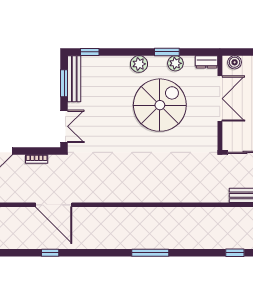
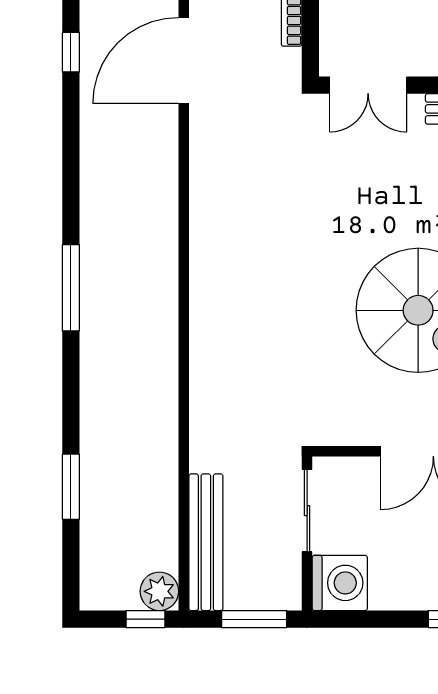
window: (235, 253) -> (71, 487), width x1.50

